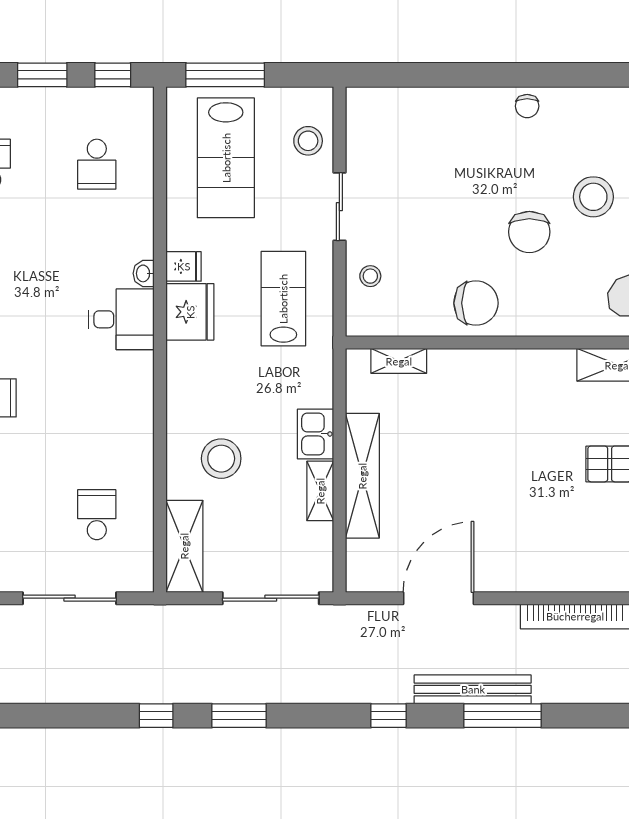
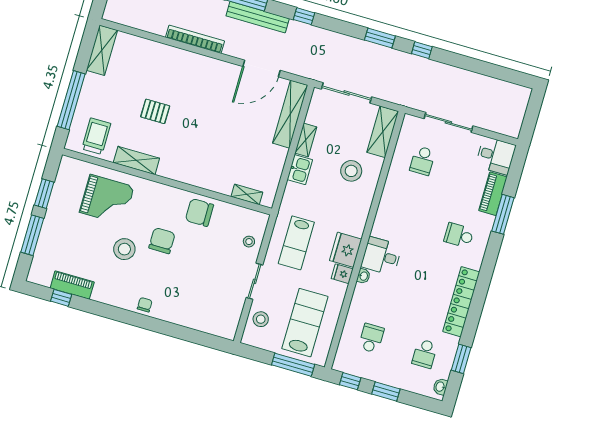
shelving: (362, 476) -> (290, 114), moved

